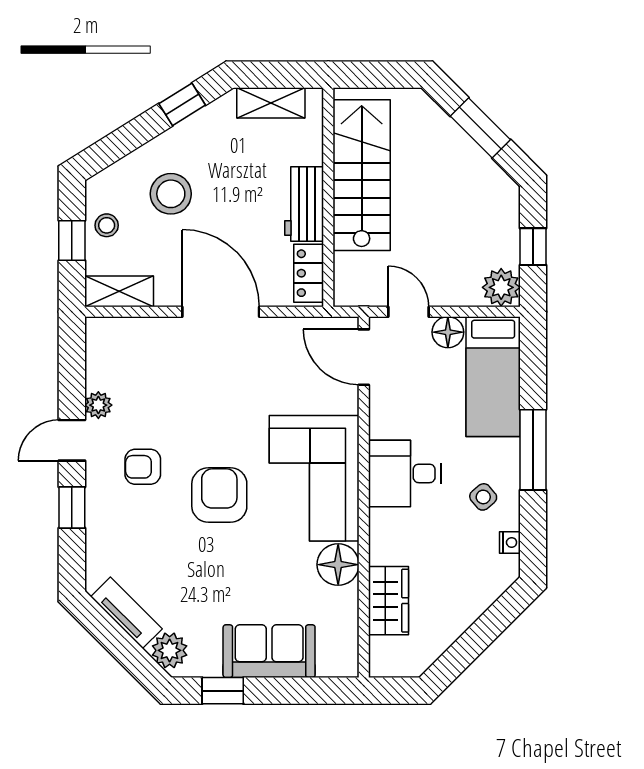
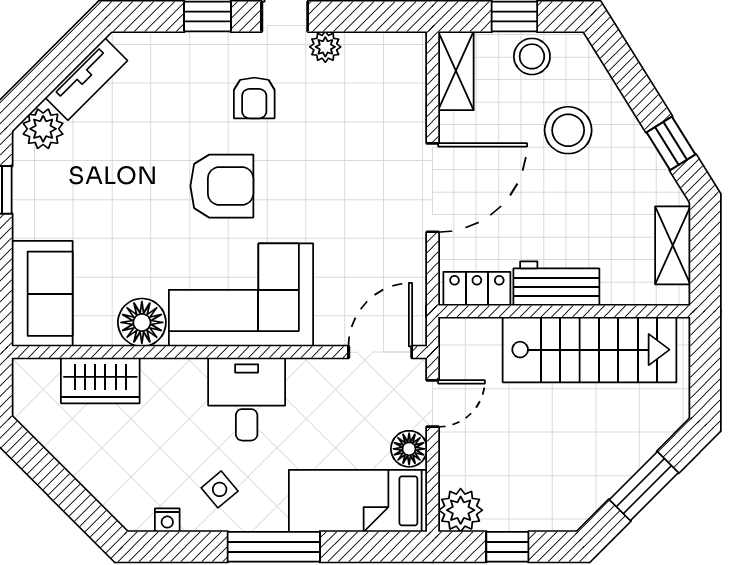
stool: (107, 225) -> (532, 56), width x1.37, depth x1.37
armchair: (143, 467) -> (254, 98), turned 180
sofa: (269, 651) -> (42, 294), moved

